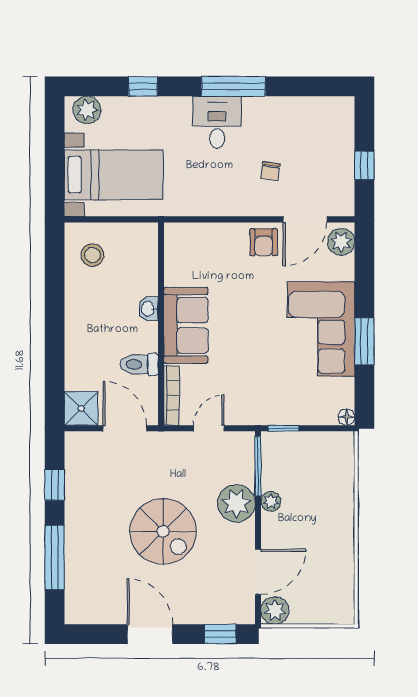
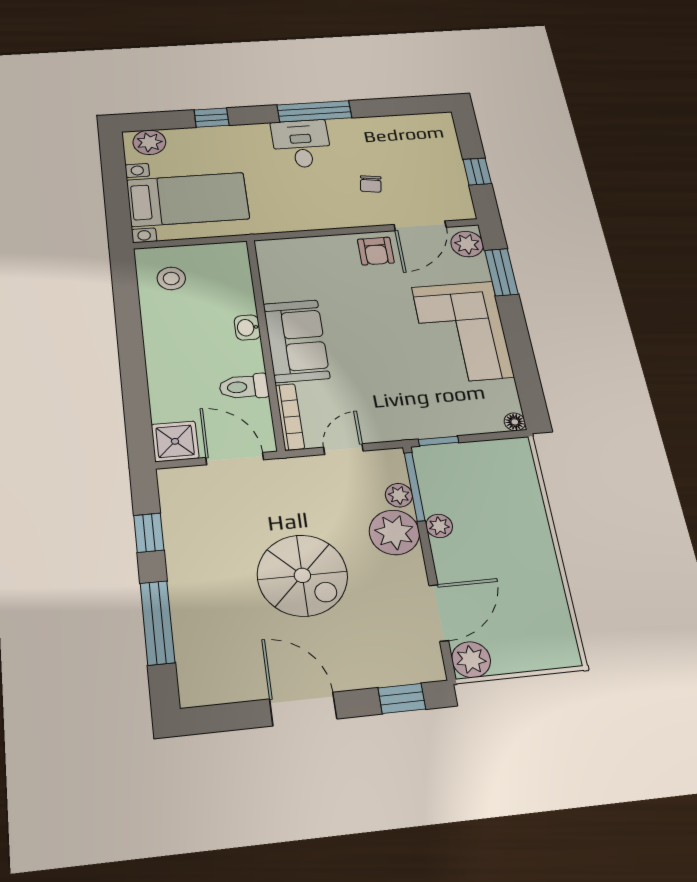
window: (364, 341) -> (501, 272), moved
plant: (245, 472) -> (399, 495), added

